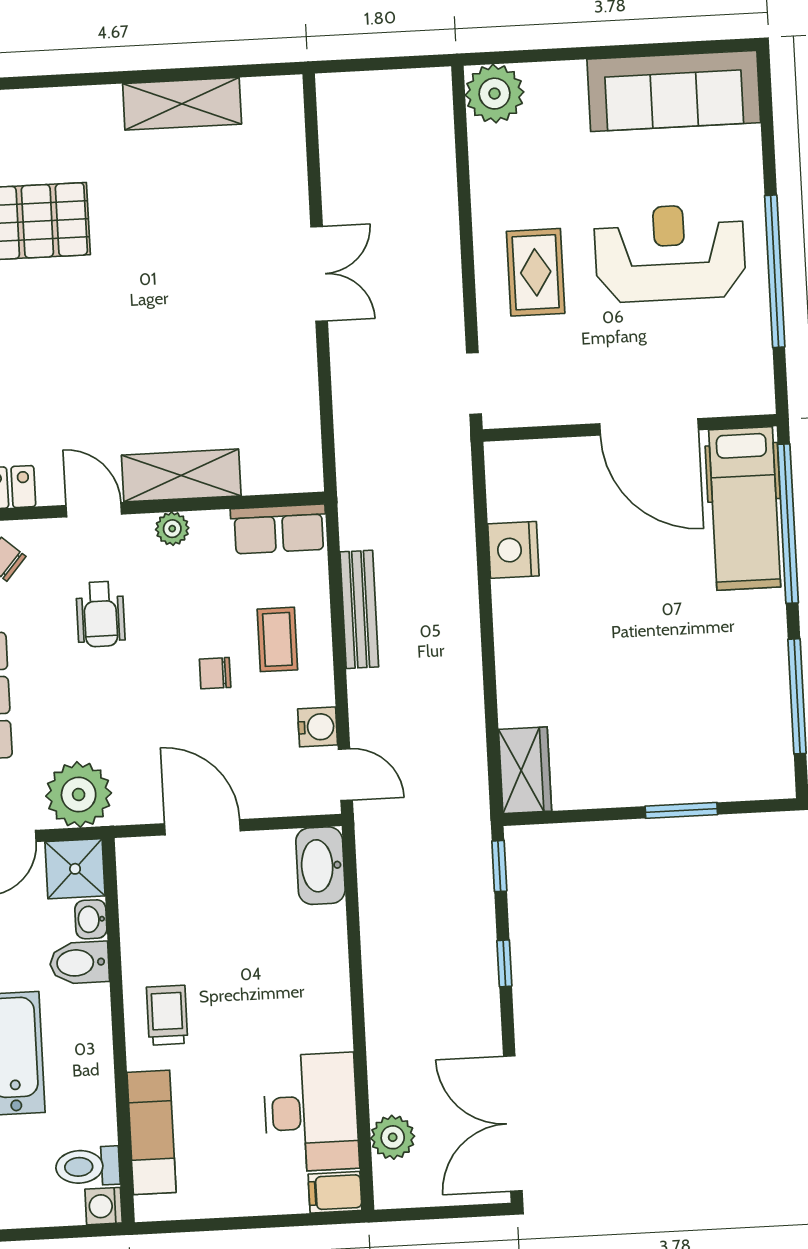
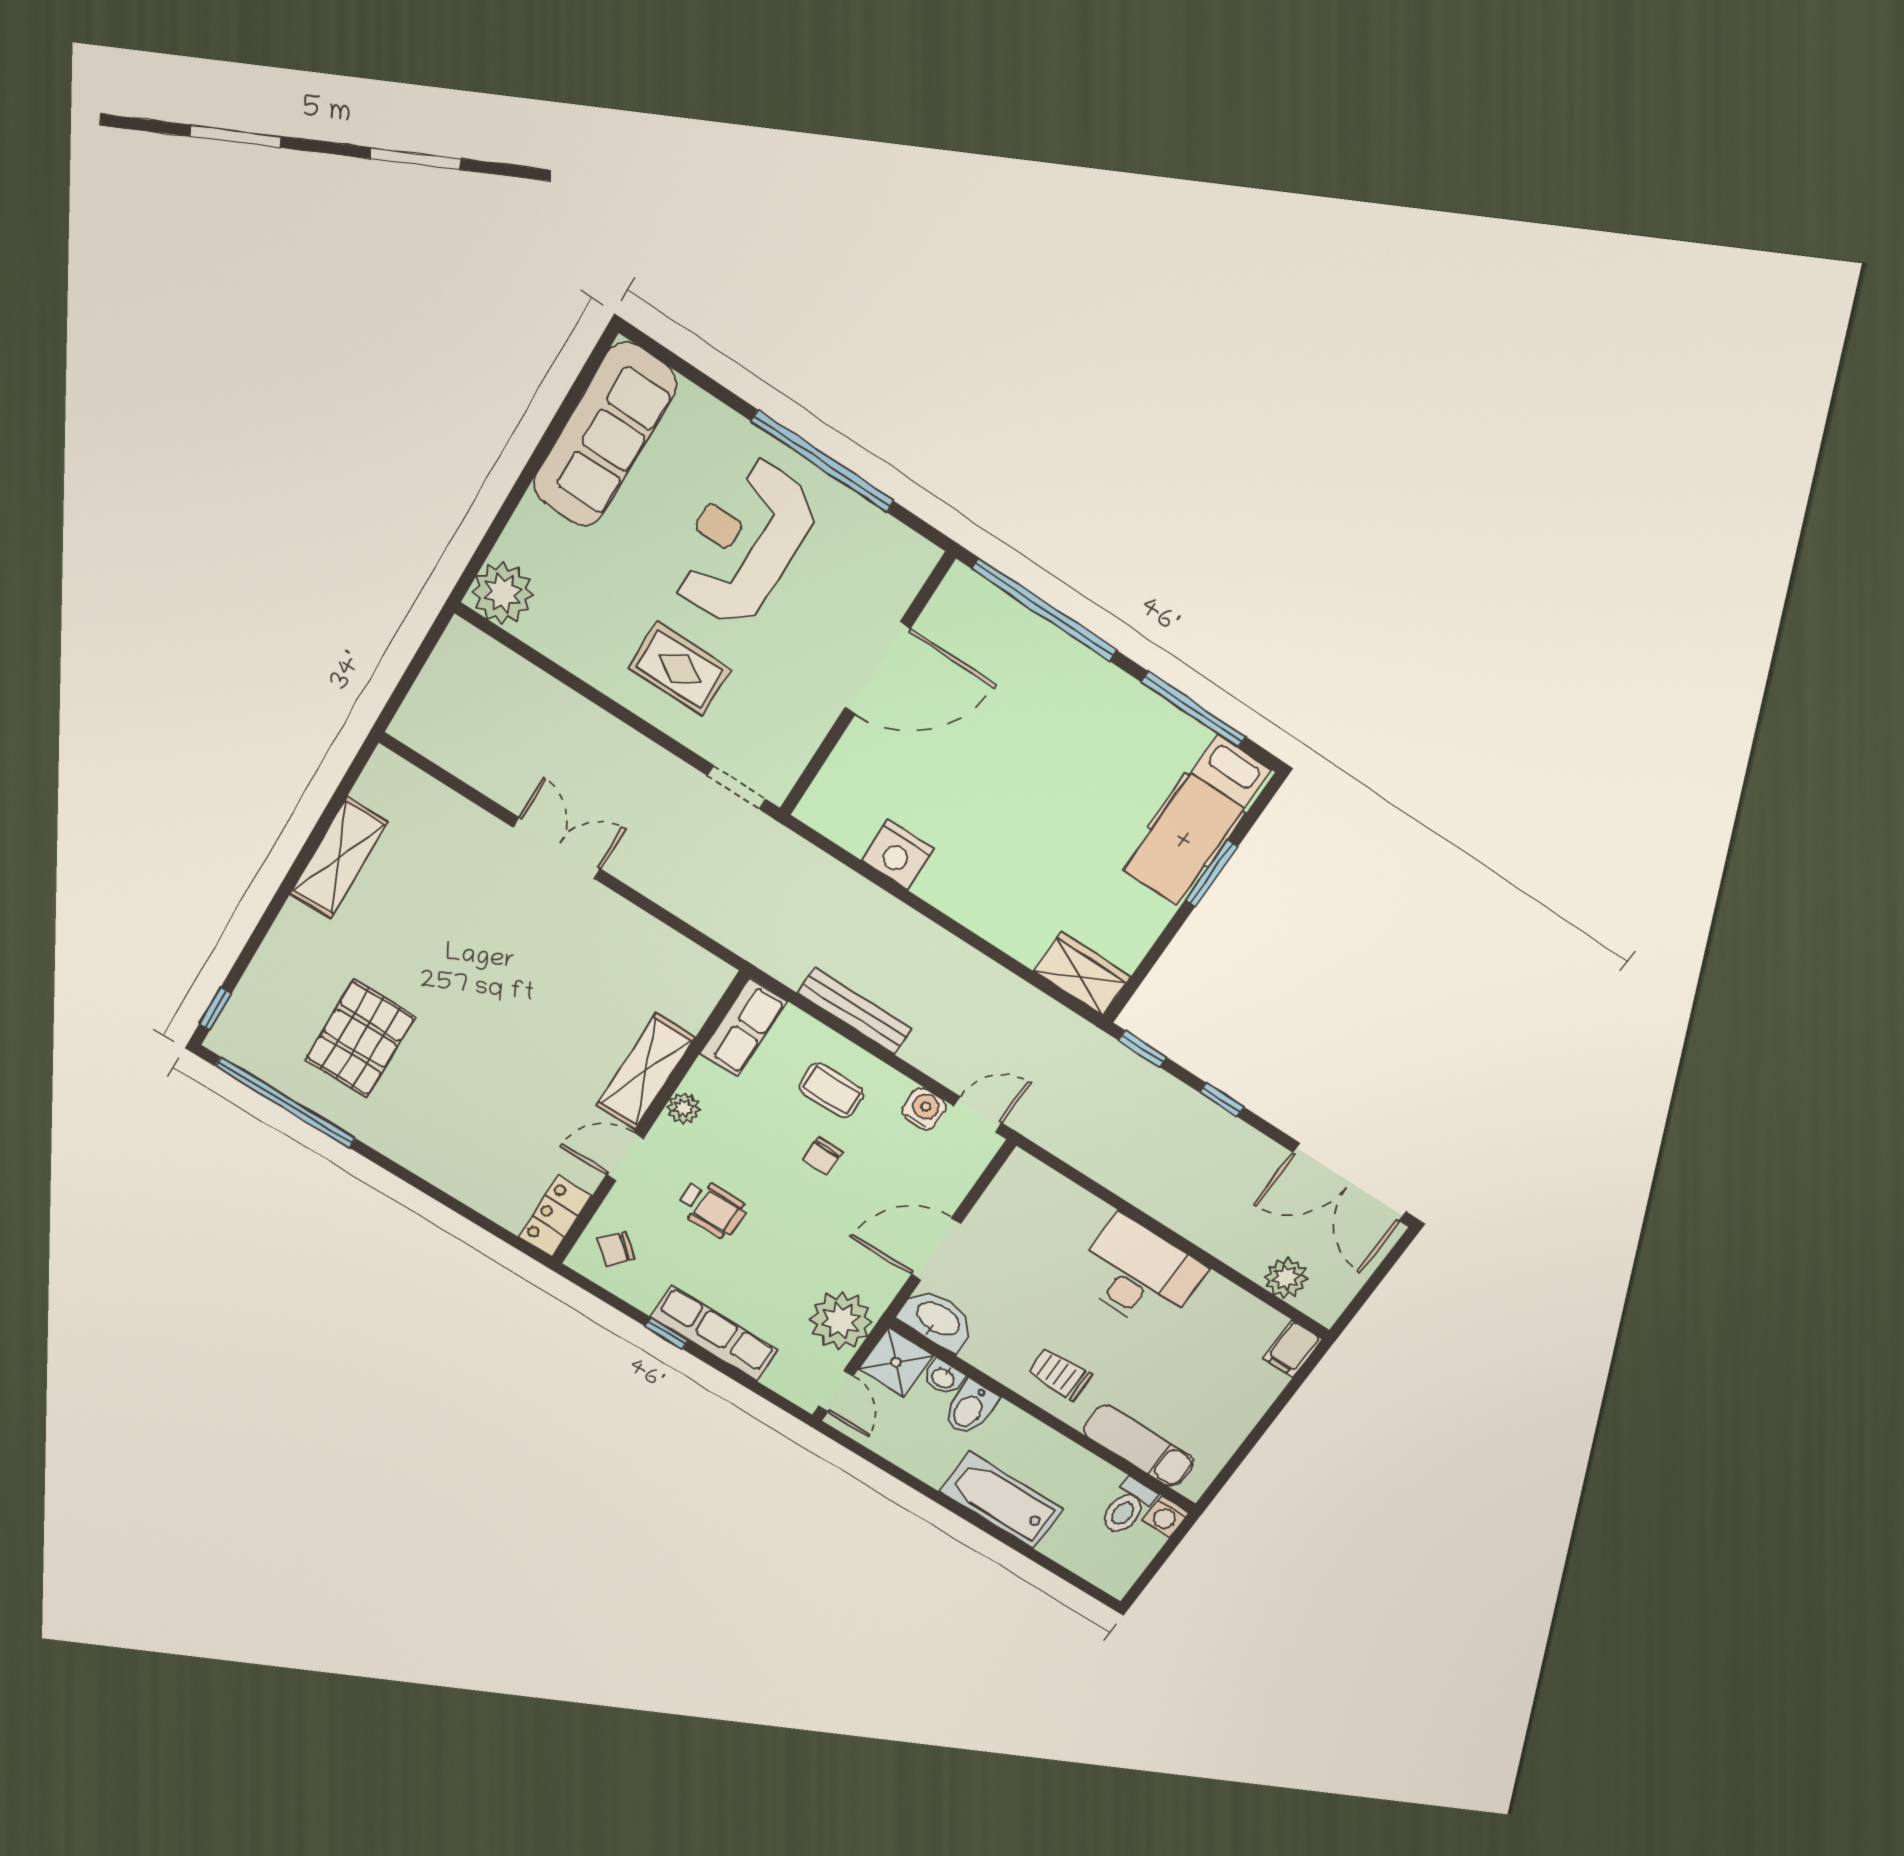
hospital bed: (745, 508) -> (1197, 820), moved, turned 90
washbasin: (320, 866) -> (937, 1320), moved, turned 180
desk: (311, 1112) -> (1139, 1274), moved

